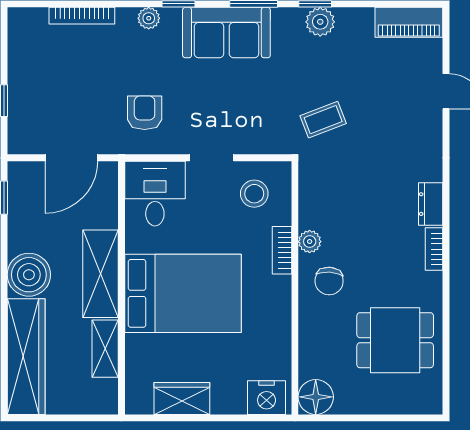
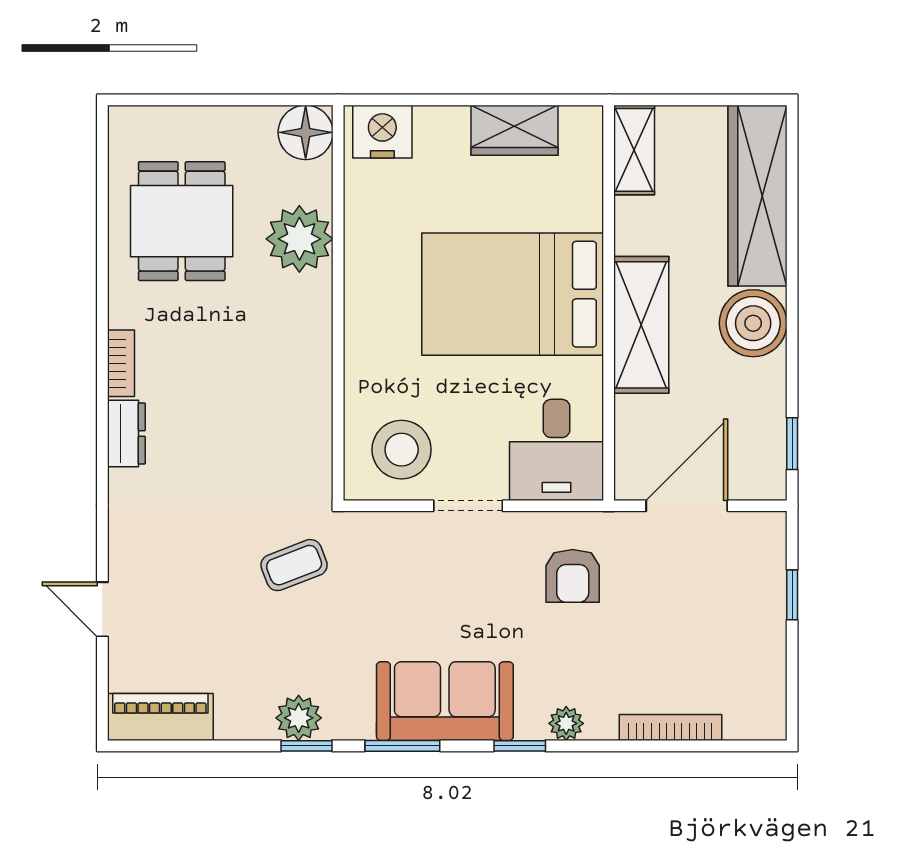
stool: (254, 194) -> (402, 450), width x1.38, depth x1.38
plant: (310, 242) -> (299, 239), moved, width x1.88, depth x1.88
bookcase: (282, 250) -> (358, 361), removed
chair: (329, 281) -> (285, 313), removed
dining table: (395, 340) -> (182, 221), turned 90
shelving: (105, 349) -> (634, 150), moved

